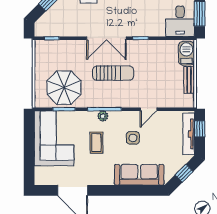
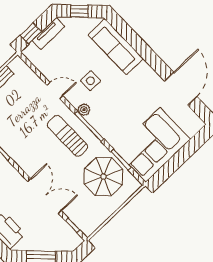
double door: (106, 38) -> (45, 196), moved
sun lounger: (113, 73) -> (67, 136), moved
plant: (103, 116) -> (84, 110), moved
tv unit: (189, 134) -> (48, 34), width x0.71
coffee table: (96, 142) -> (123, 107), removed

